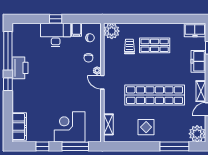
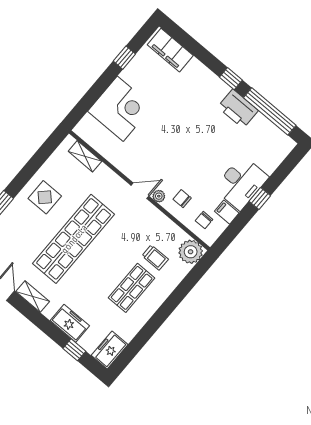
window: (75, 146) -> (92, 96), removed

